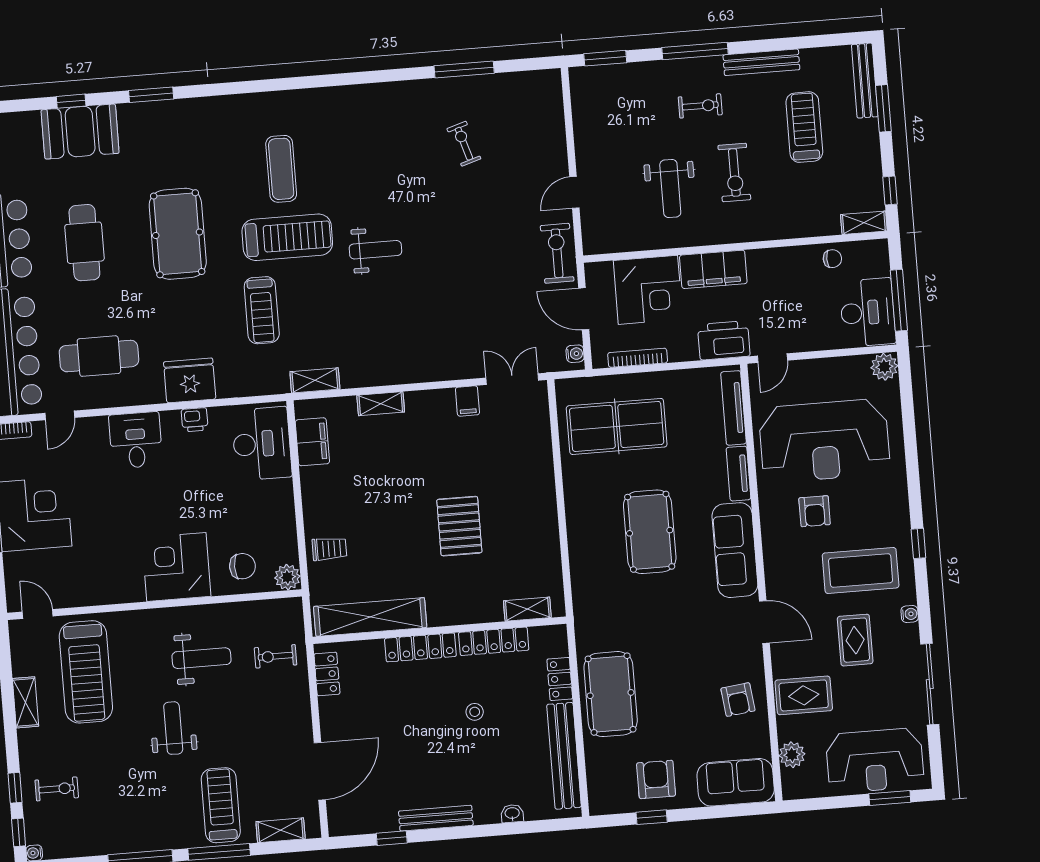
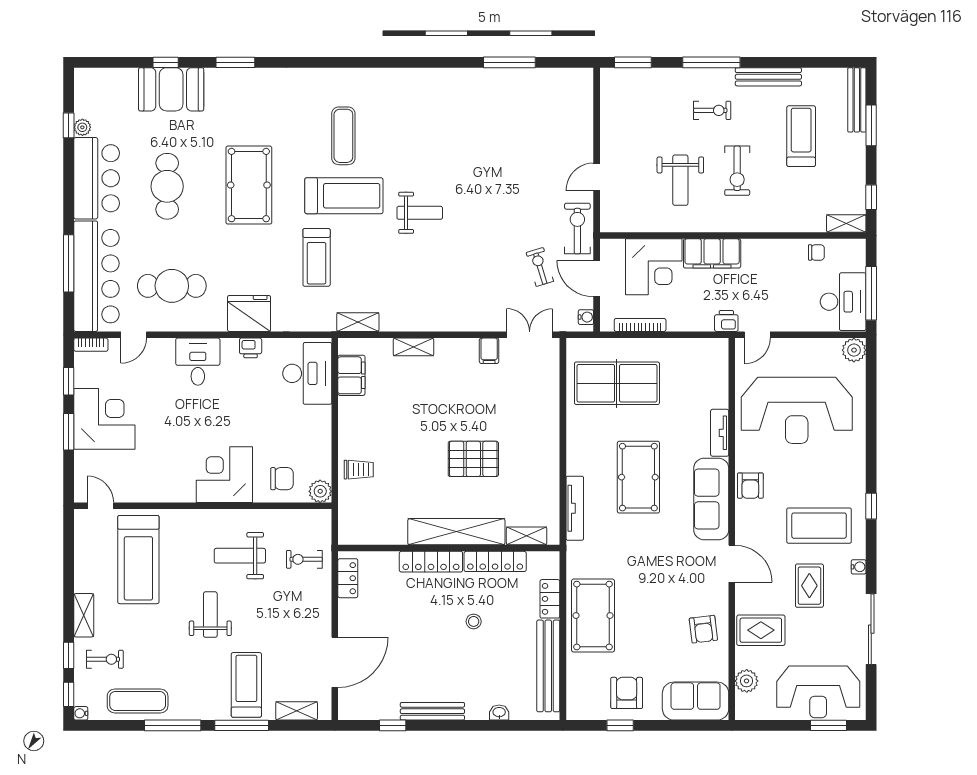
exercise bike: (464, 144) -> (540, 267), moved
printer: (724, 340) -> (726, 321), width x0.53, depth x0.68
tv unit: (734, 408) -> (575, 508), moved, turned 180
armchair: (815, 511) -> (750, 486), moved
pallet: (459, 526) -> (473, 459), turned 90
shelving: (370, 617) -> (456, 532), moved
weight bench: (201, 658) -> (240, 556), turned 180
shelving: (25, 702) -> (84, 615), moved
exercise mat: (98, 834) -> (138, 701), added

